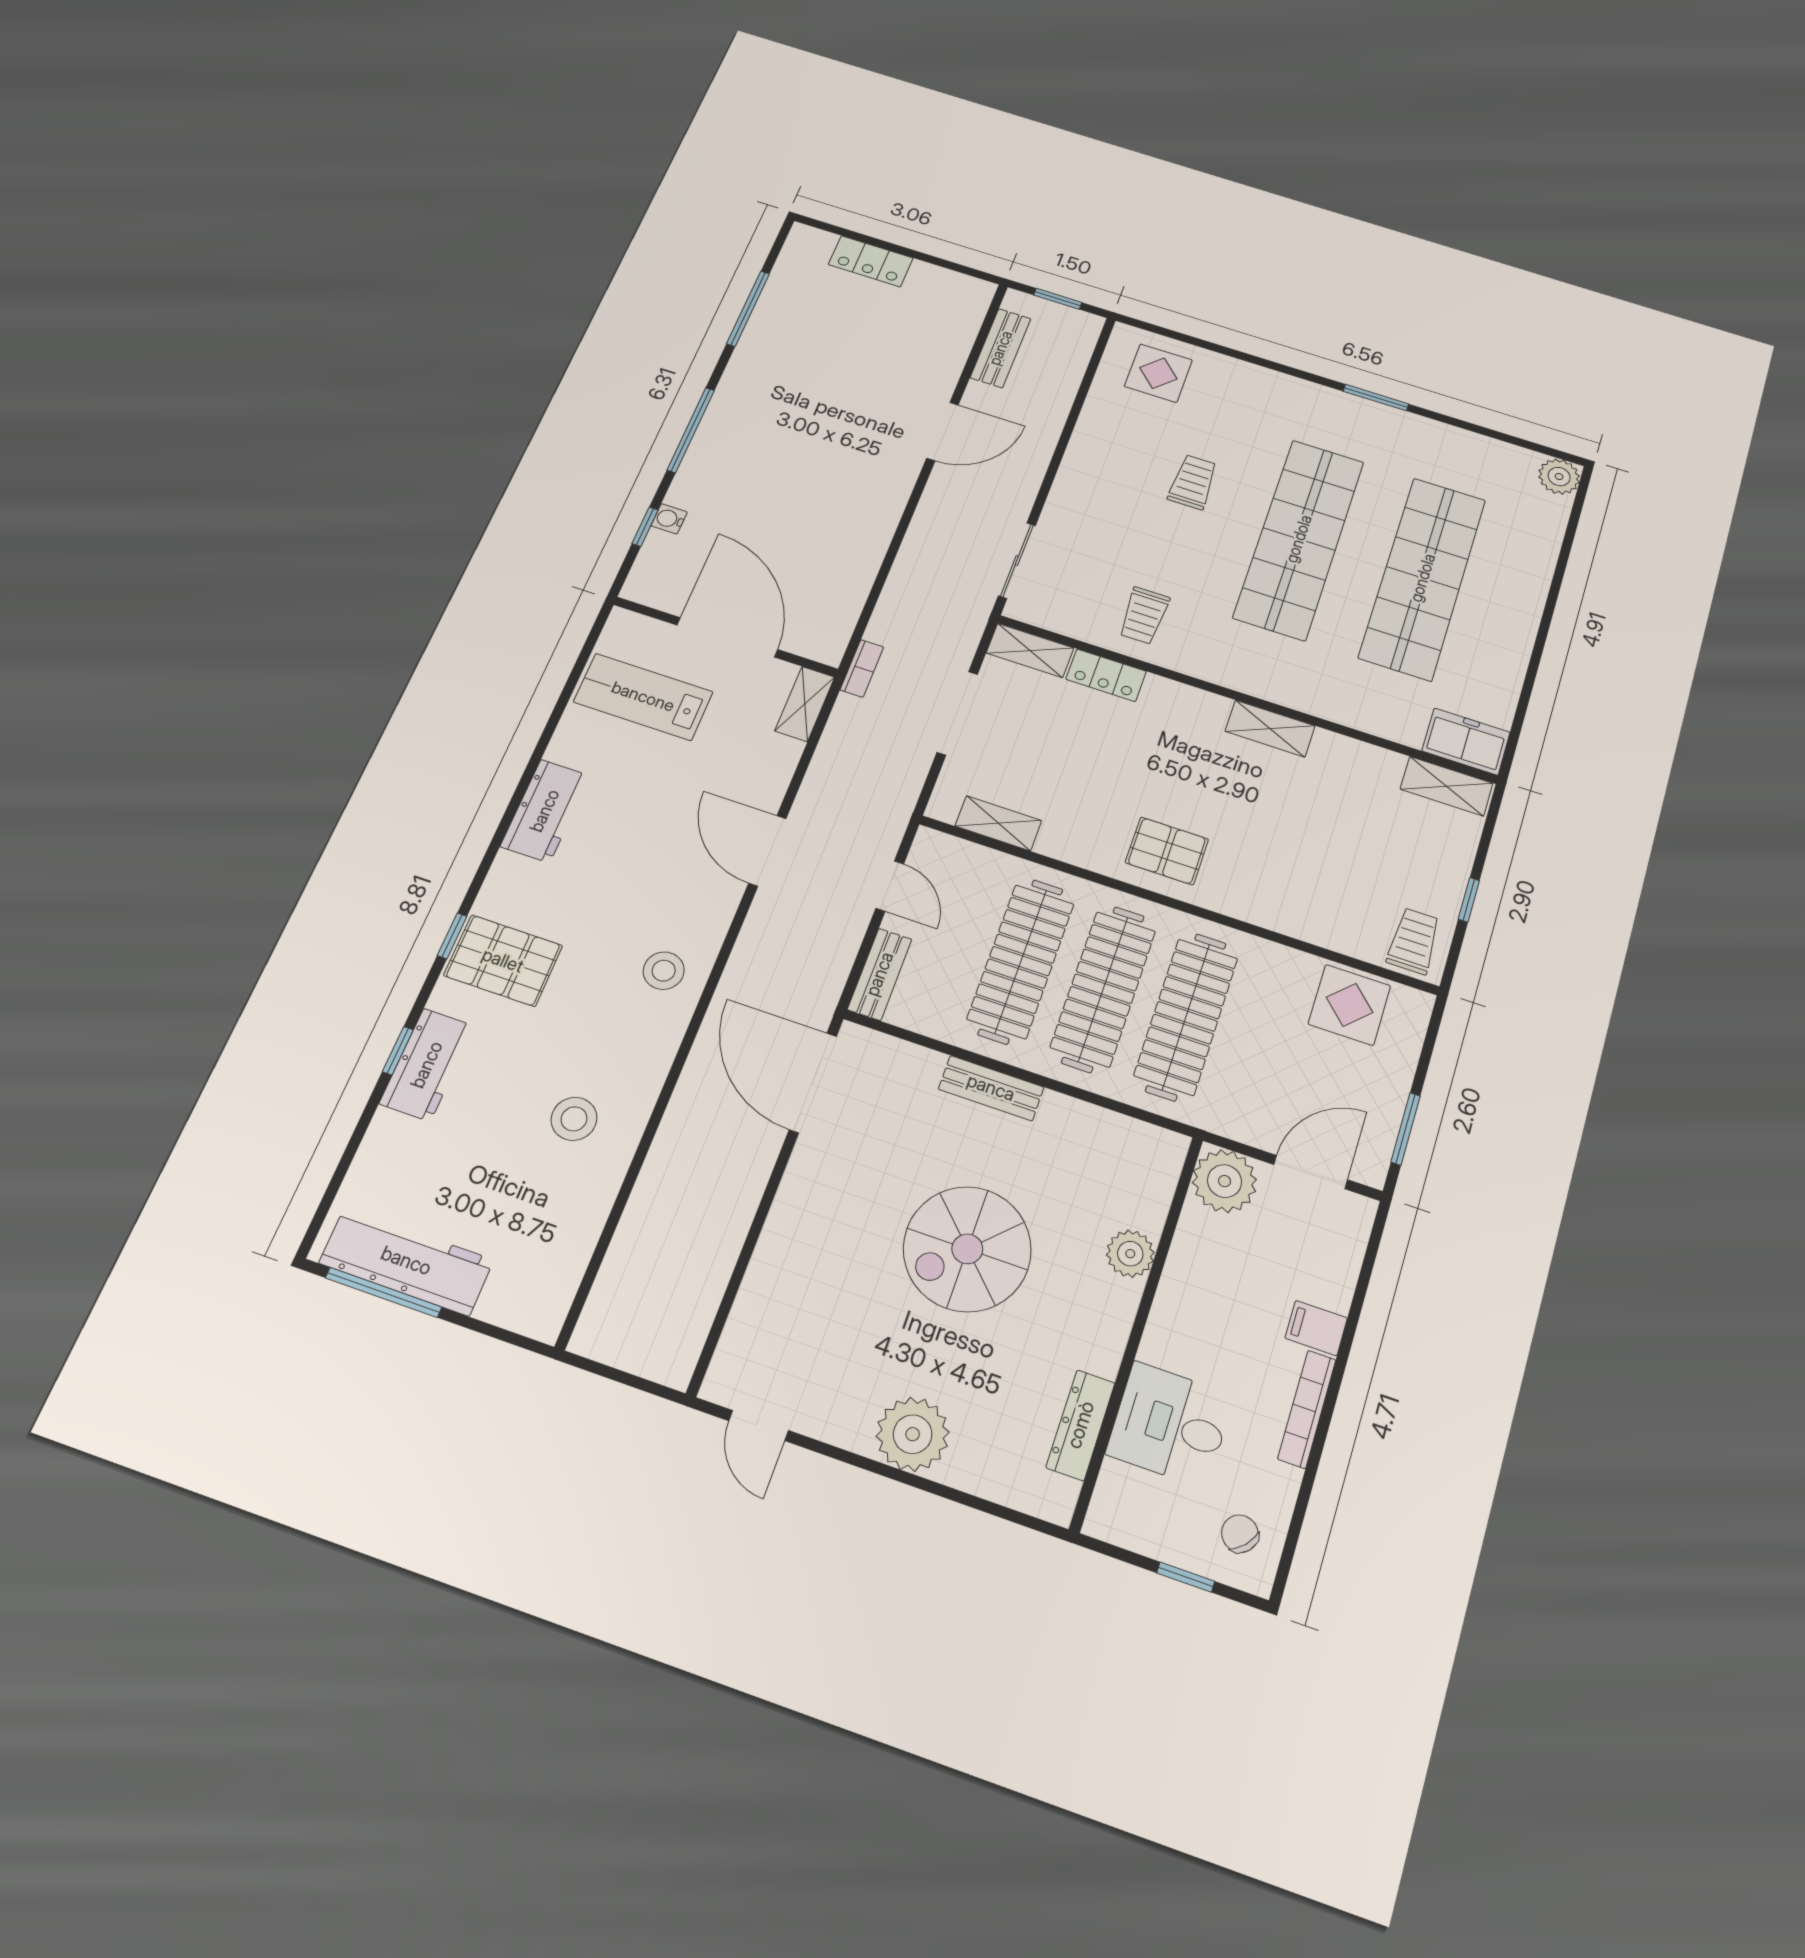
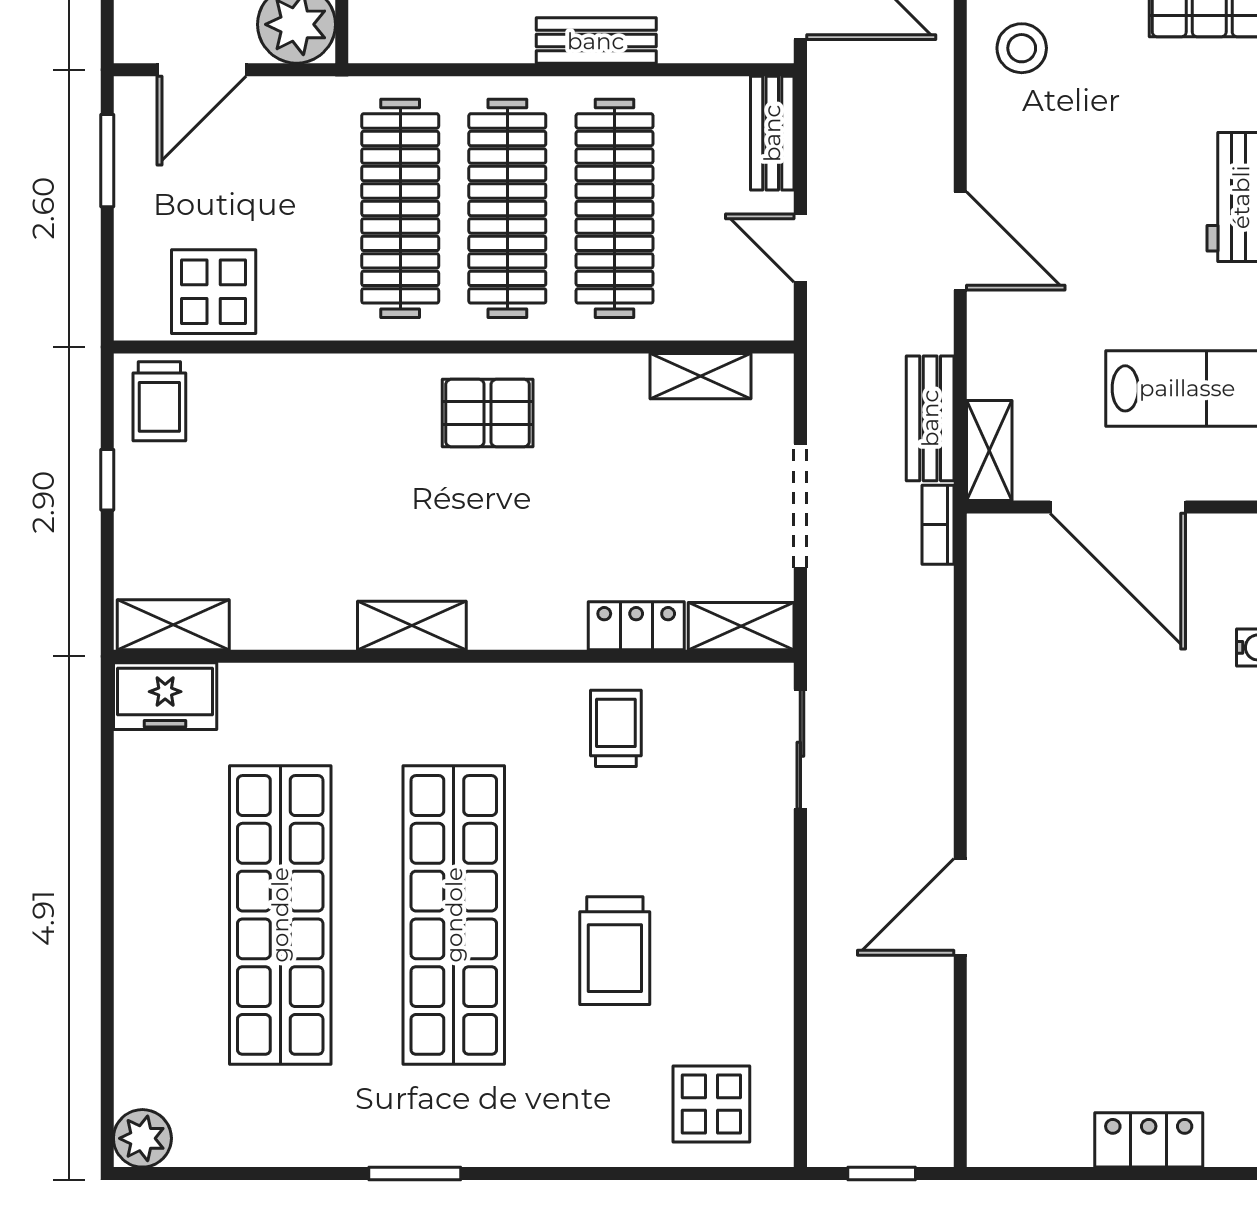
bench: (1001, 348) -> (930, 418), moved
trolley: (1193, 482) -> (615, 951), width x1.36, depth x1.39

